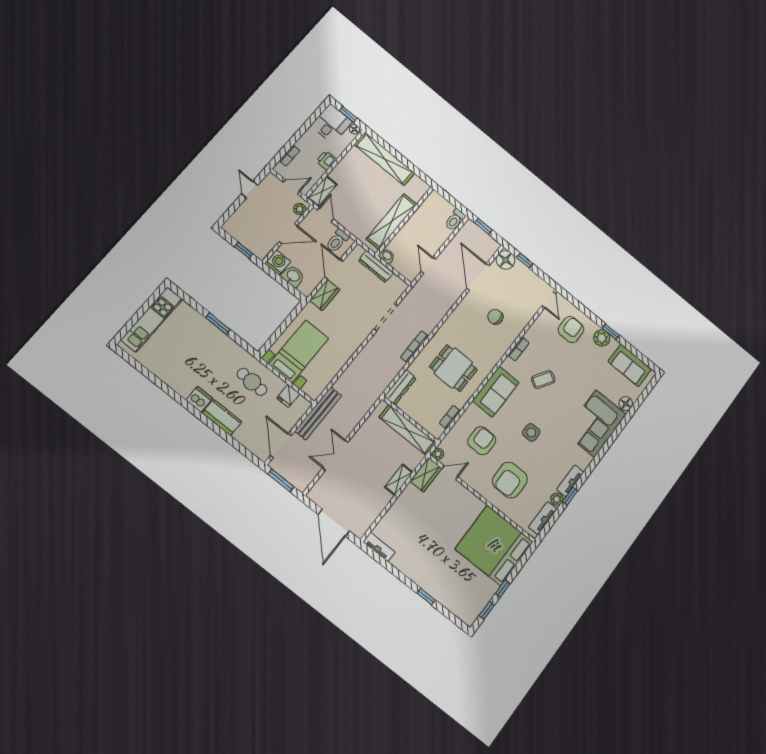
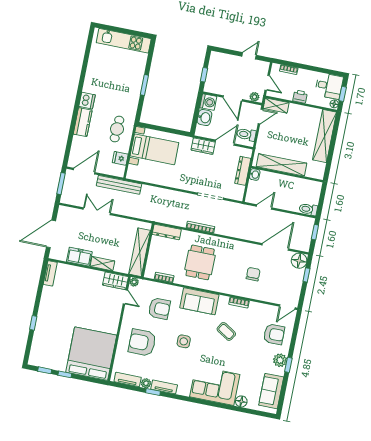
freezer: (377, 503) -> (79, 257), added

